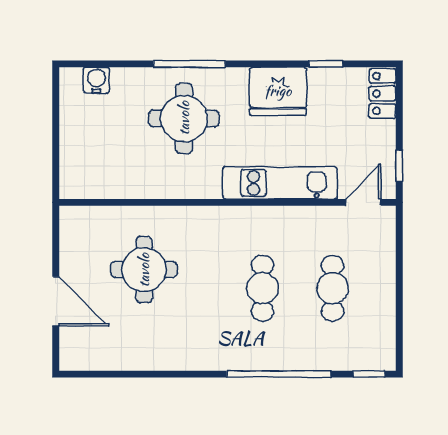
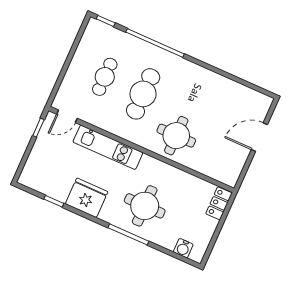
locker: (383, 93) -> (219, 203), moved, turned 180
round table: (144, 270) -> (176, 136), moved
cafe table: (262, 288) -> (143, 94), width x1.37, depth x1.35
door: (56, 301) -> (259, 137), hinge flipped

